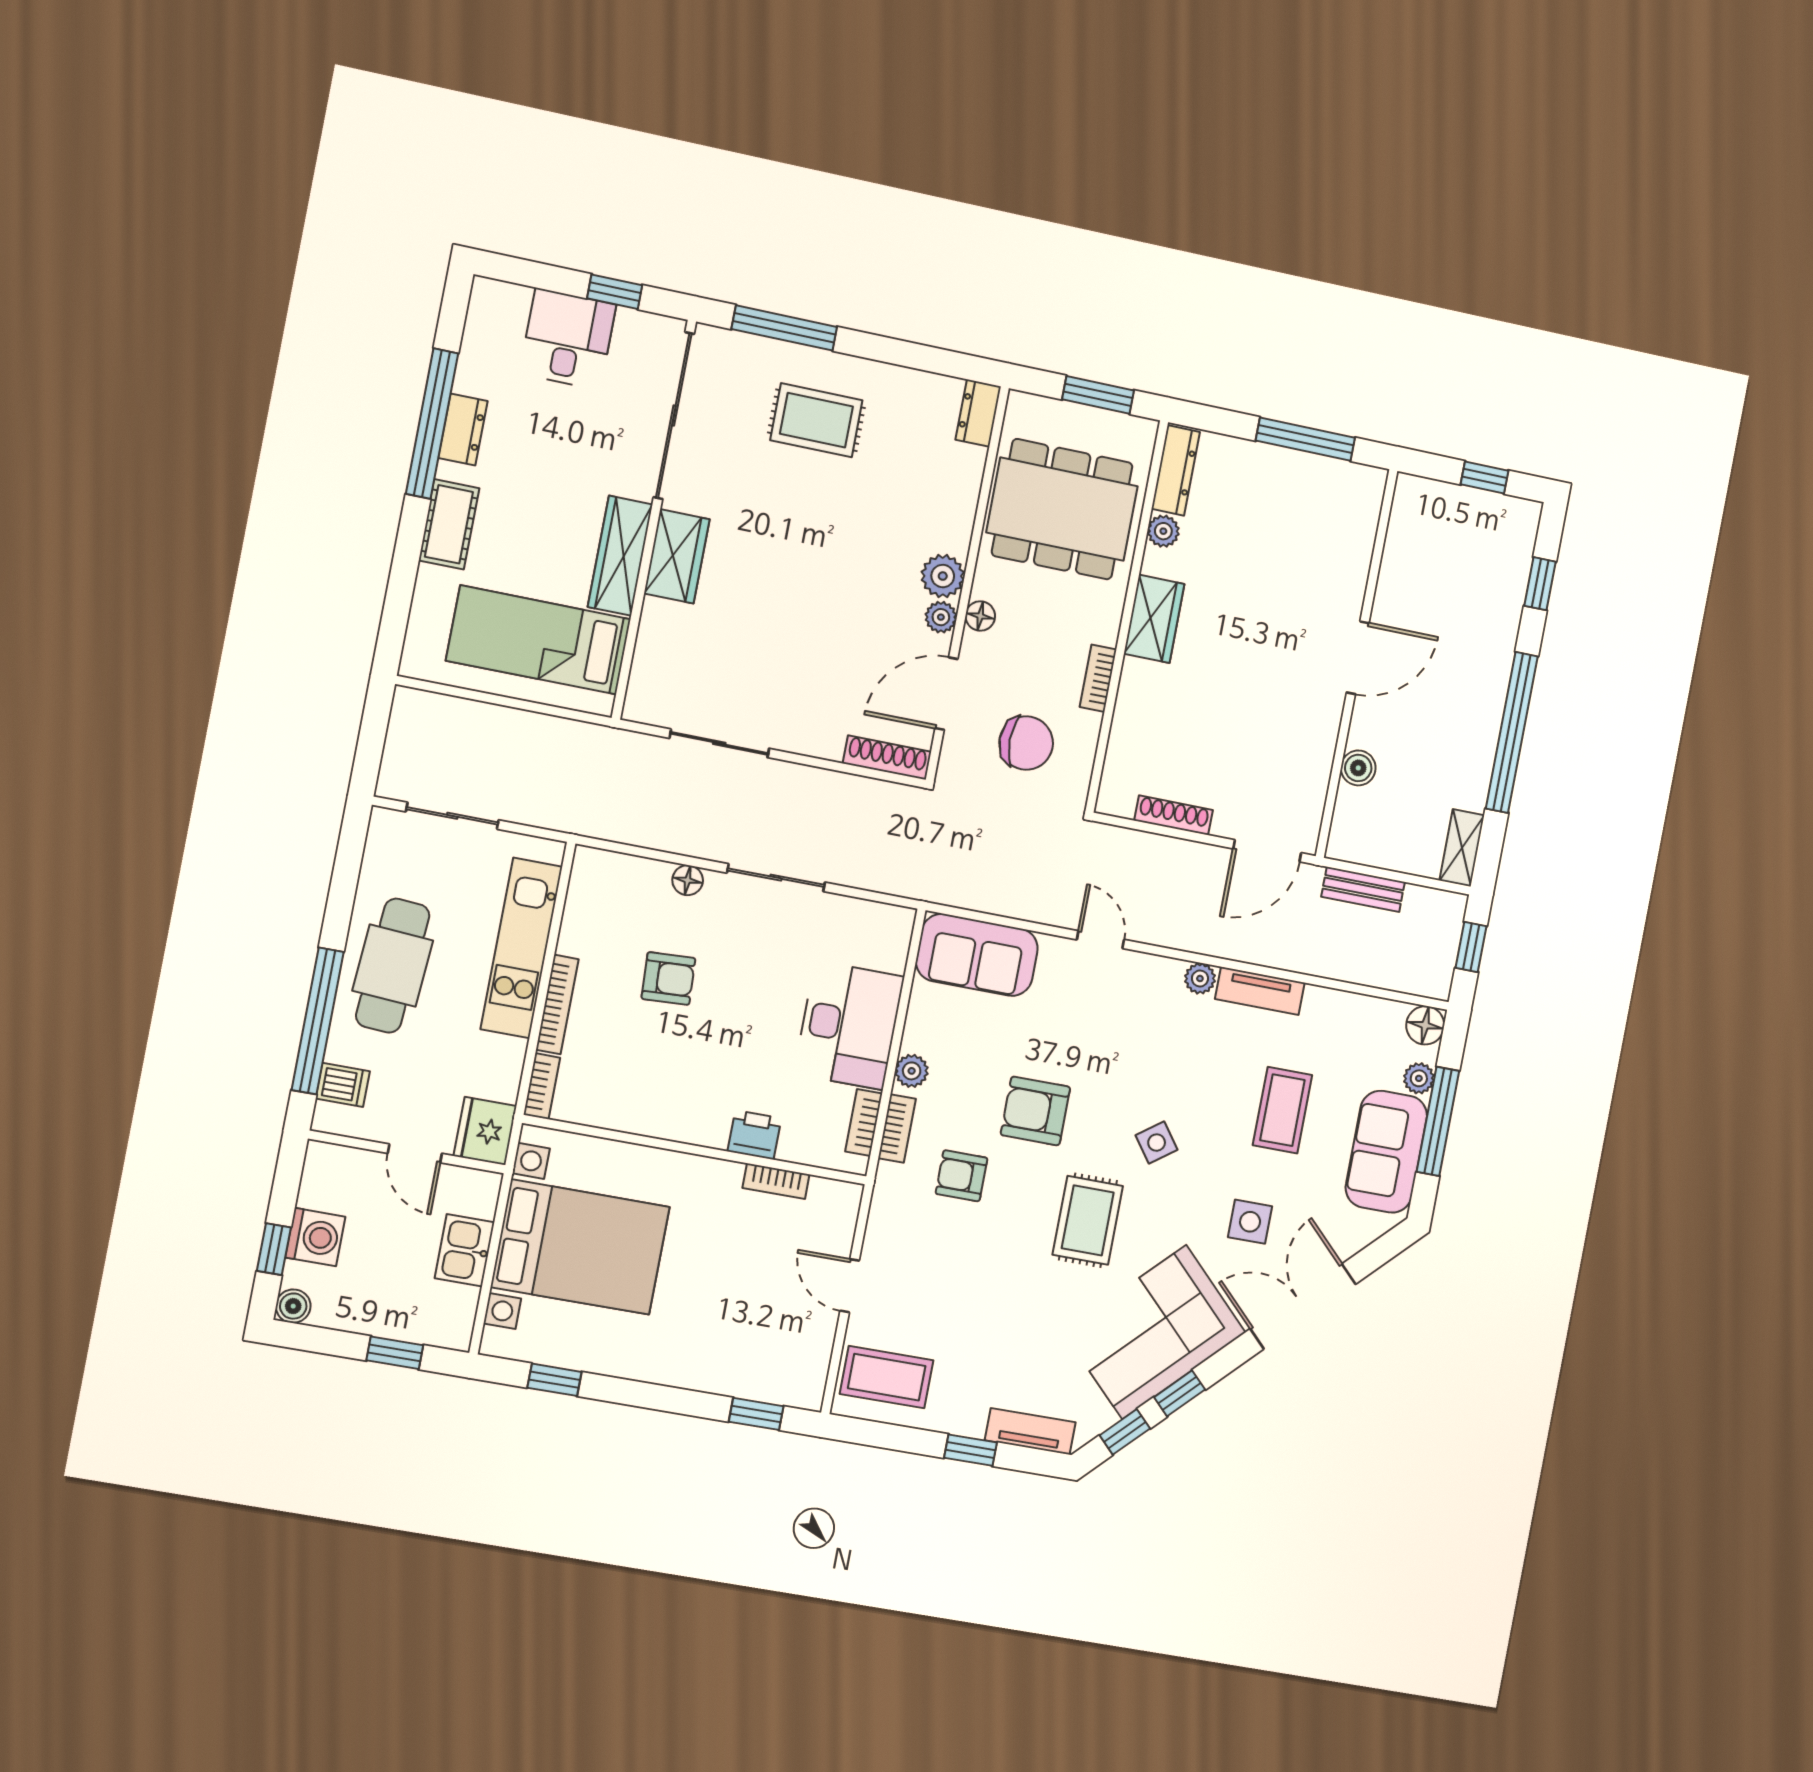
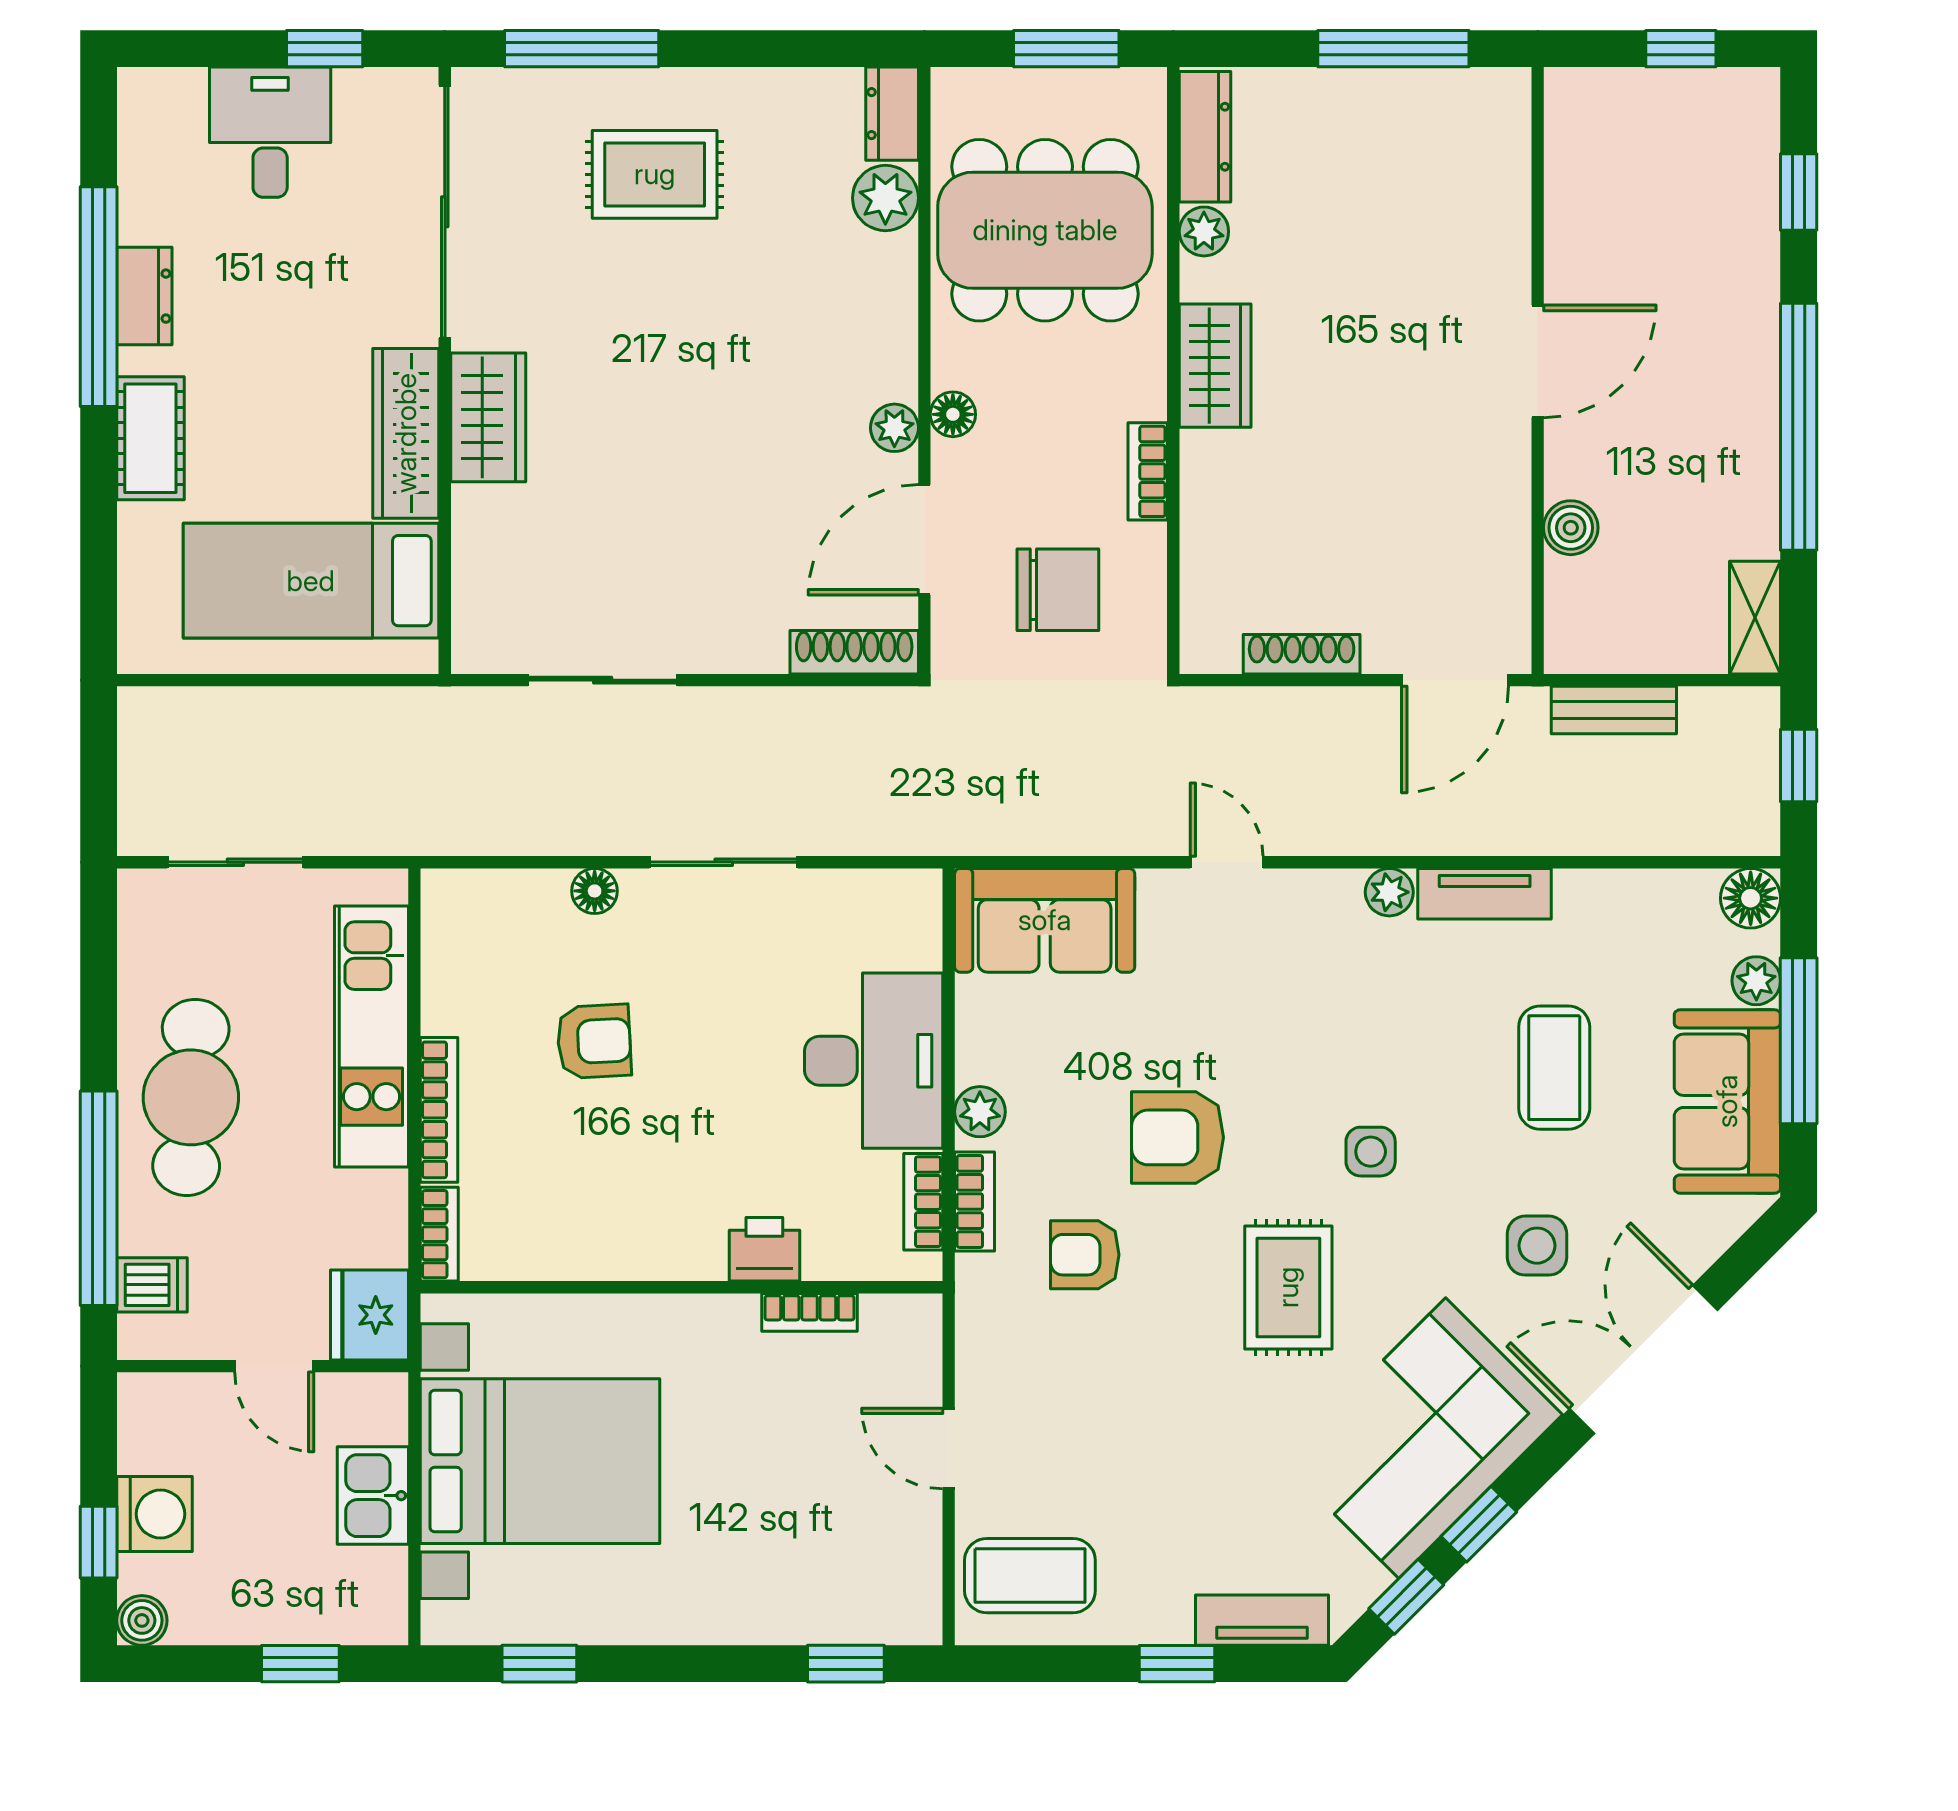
plant: (943, 576) -> (885, 198), moved
side table: (1157, 1143) -> (1371, 1152), turned 36

